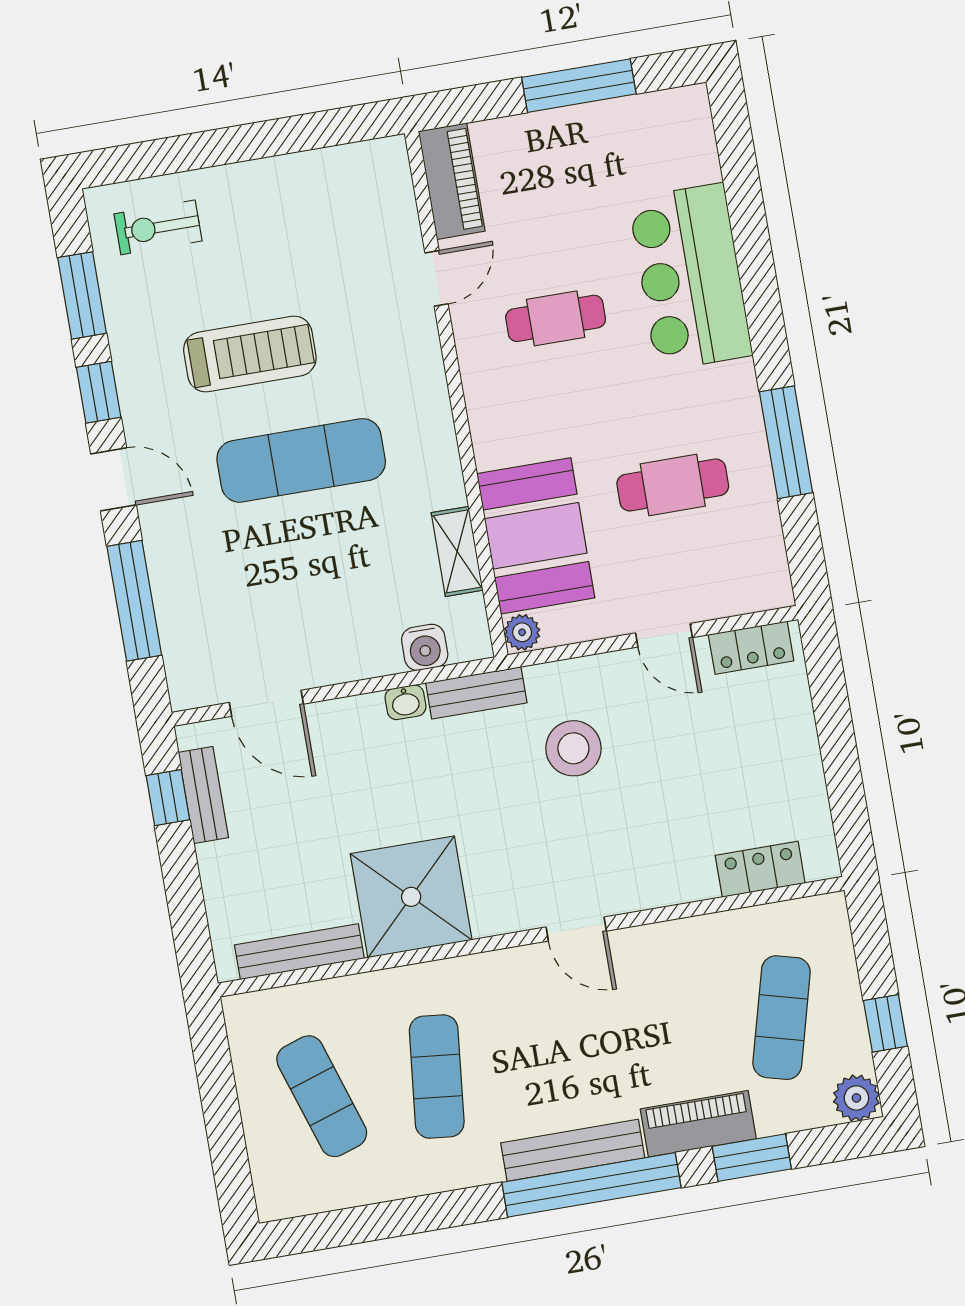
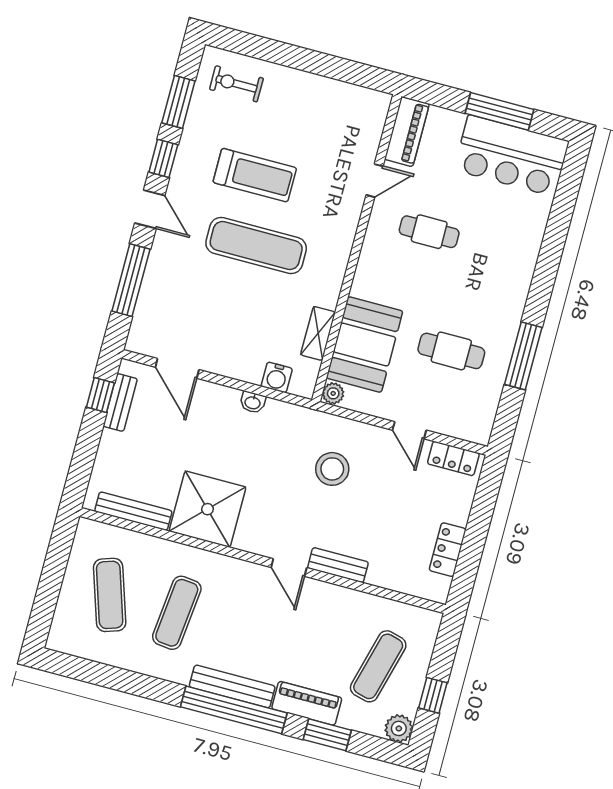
bar counter: (690, 277) -> (511, 156), moved, turned -90
bench: (476, 693) -> (338, 565), moved
locker: (760, 869) -> (448, 550), moved, turned -90

